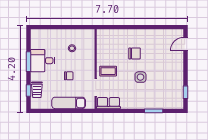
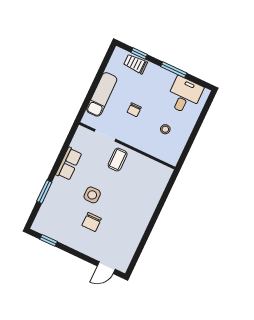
door: (186, 44) -> (106, 268), swing flipped
chair: (135, 53) -> (92, 222), moved
desk: (43, 61) -> (184, 95), moved
row of seats: (108, 103) -> (69, 164), moved

